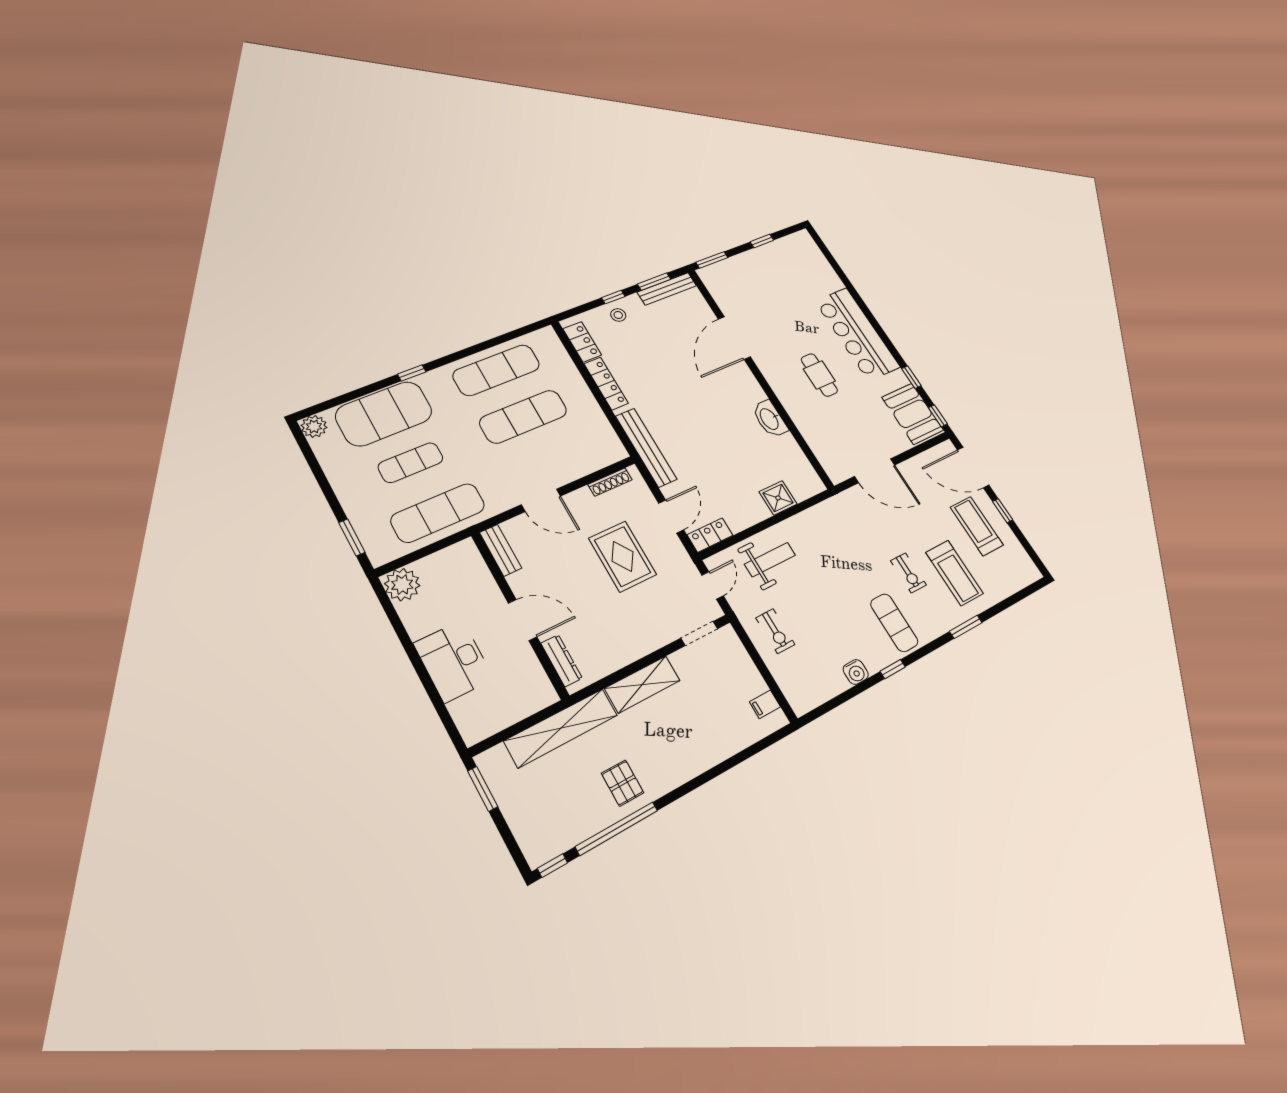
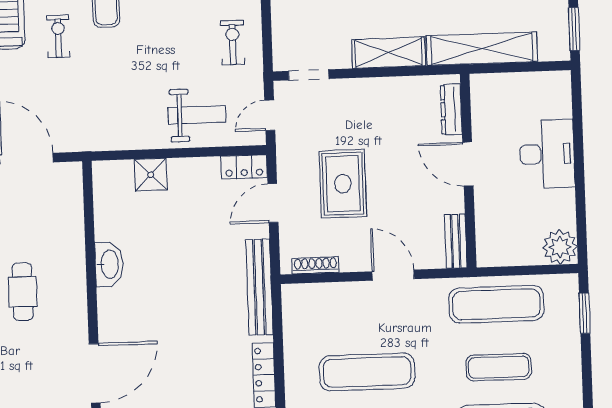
weight bench: (770, 560) -> (197, 115), turned 180

